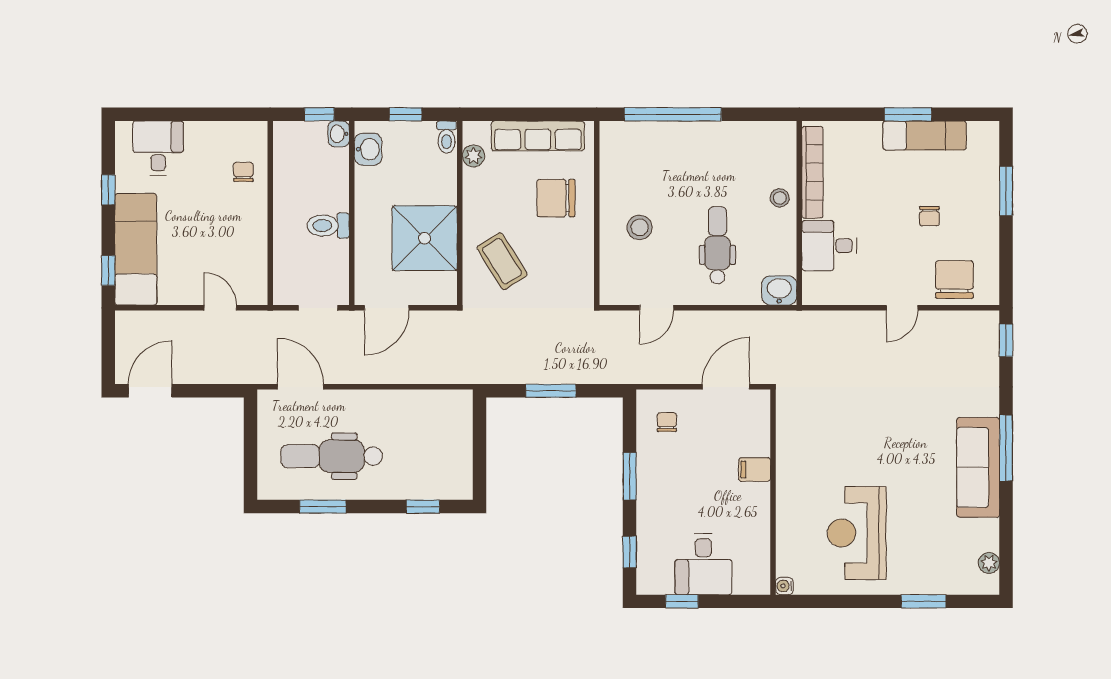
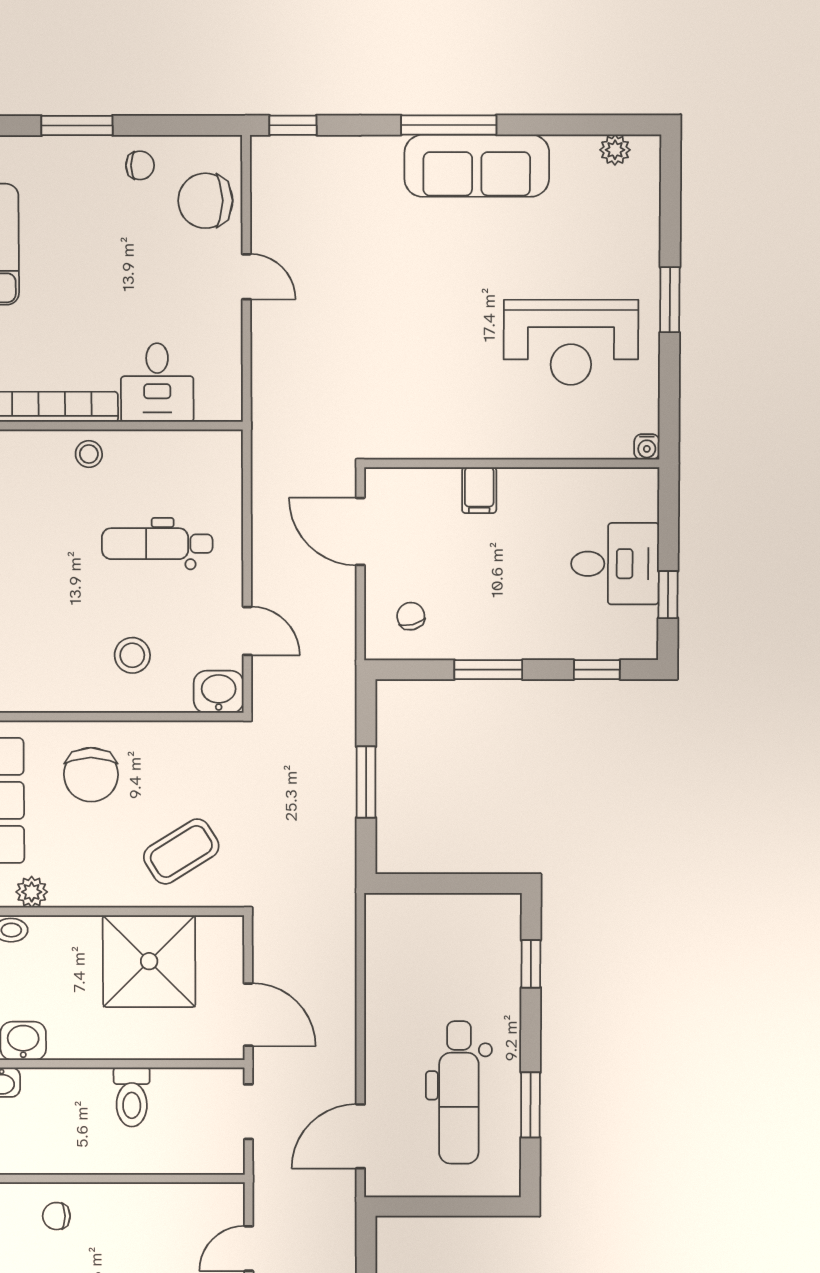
chair: (929, 216) -> (140, 165), moved
washbasin: (779, 290) -> (219, 692), moved, turned 90
chair: (667, 422) -> (411, 616), turned 76
window: (924, 601) -> (670, 300), moved

